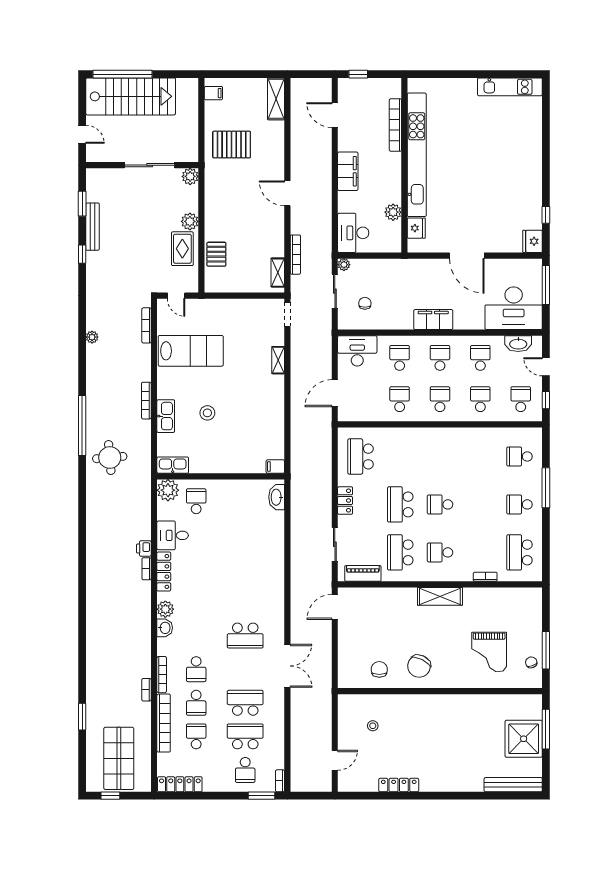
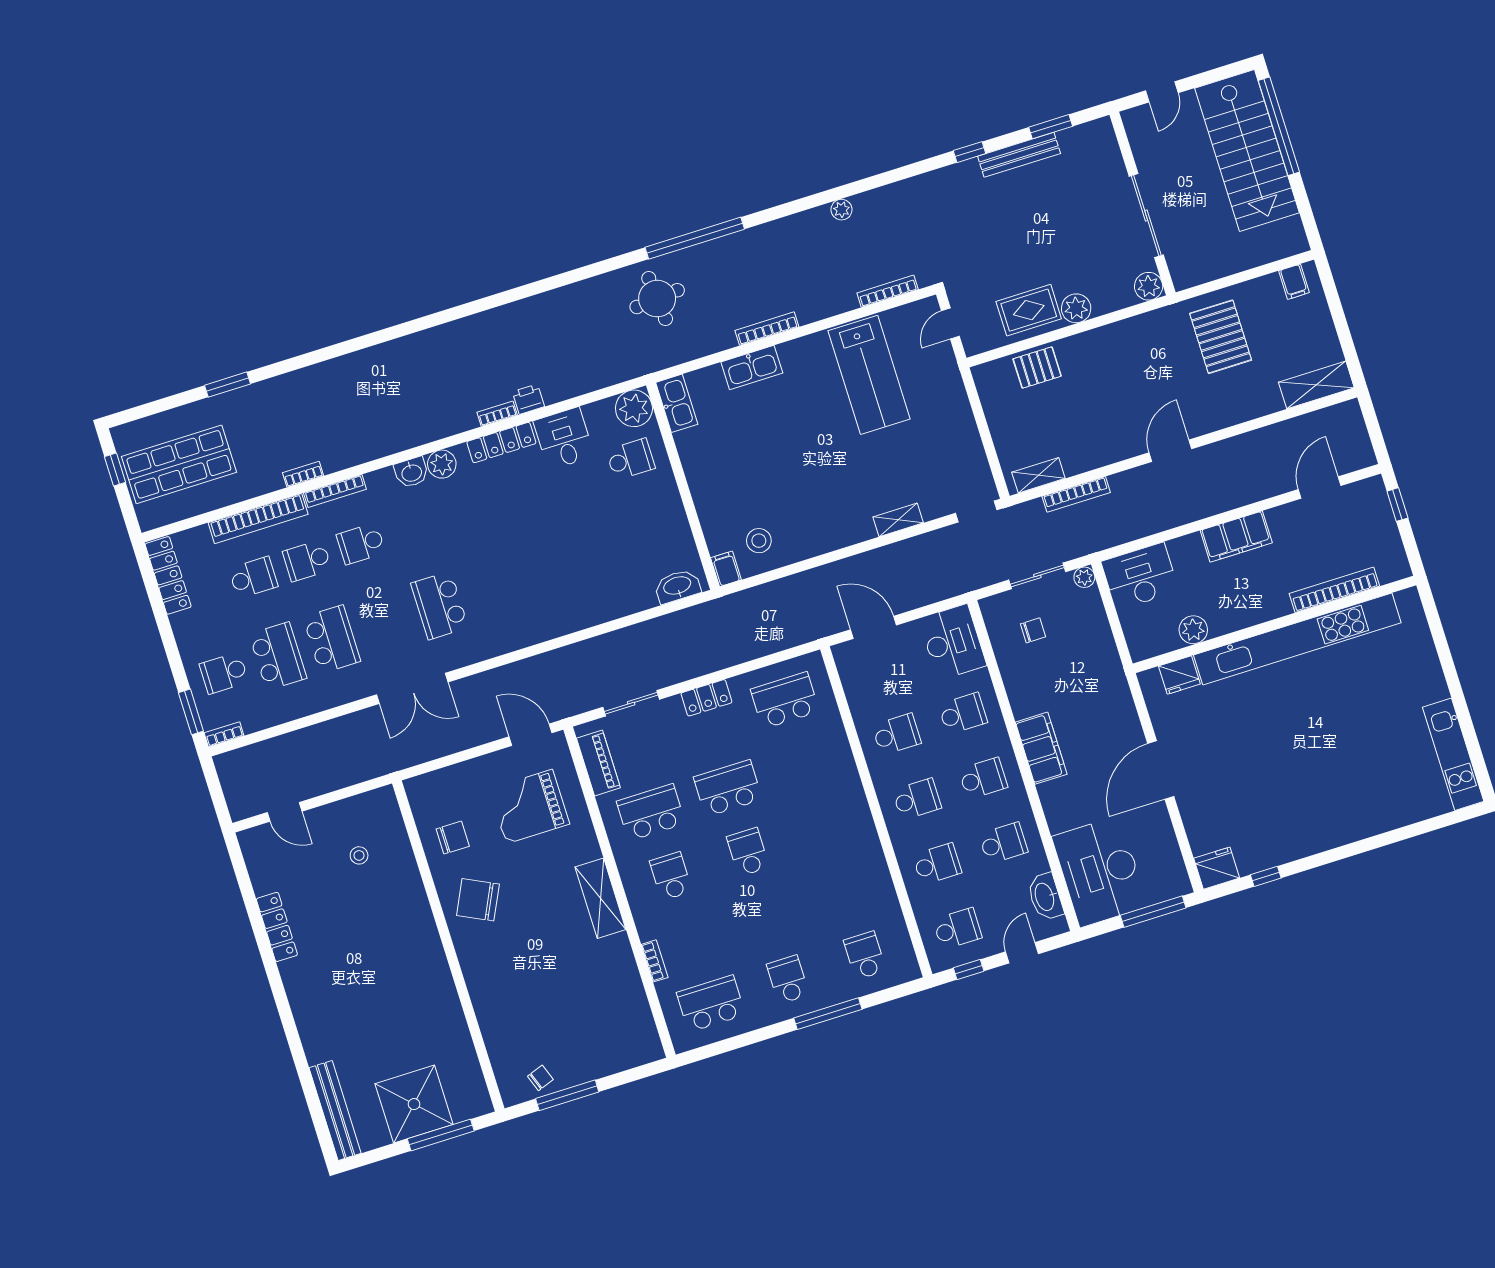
stool: (207, 413) -> (759, 541), moved
grand piano: (489, 652) -> (529, 806), moved

